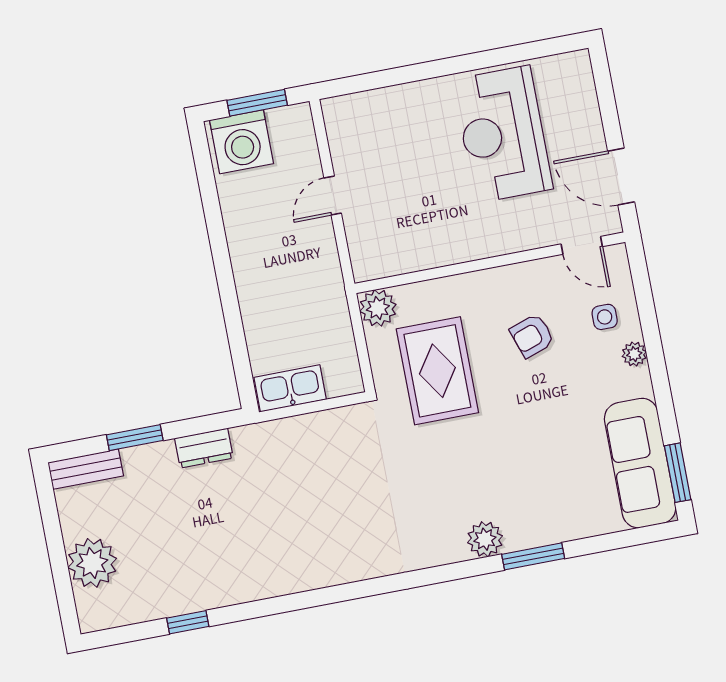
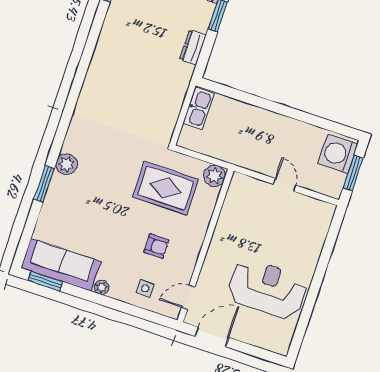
armchair: (532, 336) -> (156, 246), turned 109
plant: (634, 354) -> (102, 287), moved

